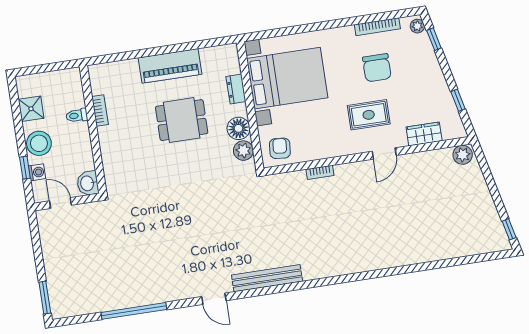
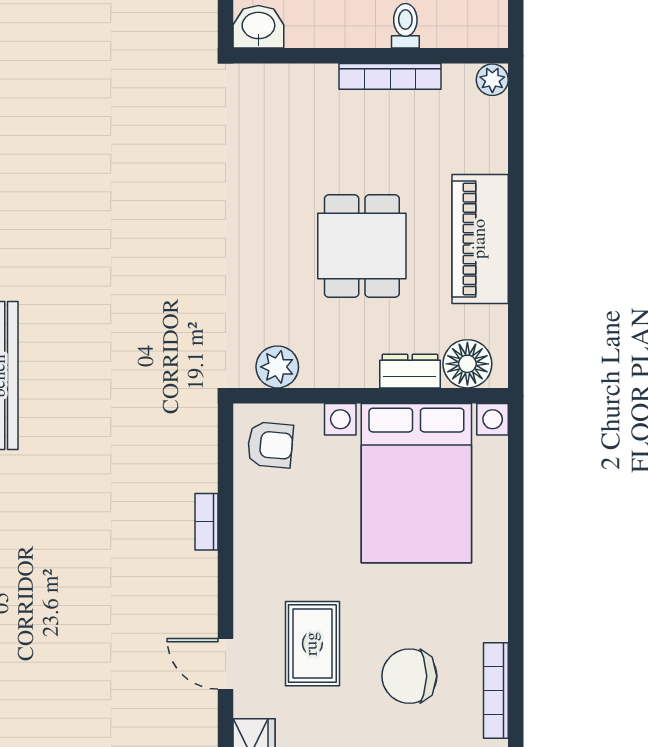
plant: (96, 72) -> (492, 80), added
bookcase: (100, 111) -> (390, 76), width x1.56
floor lamp: (239, 128) -> (467, 364), moved

